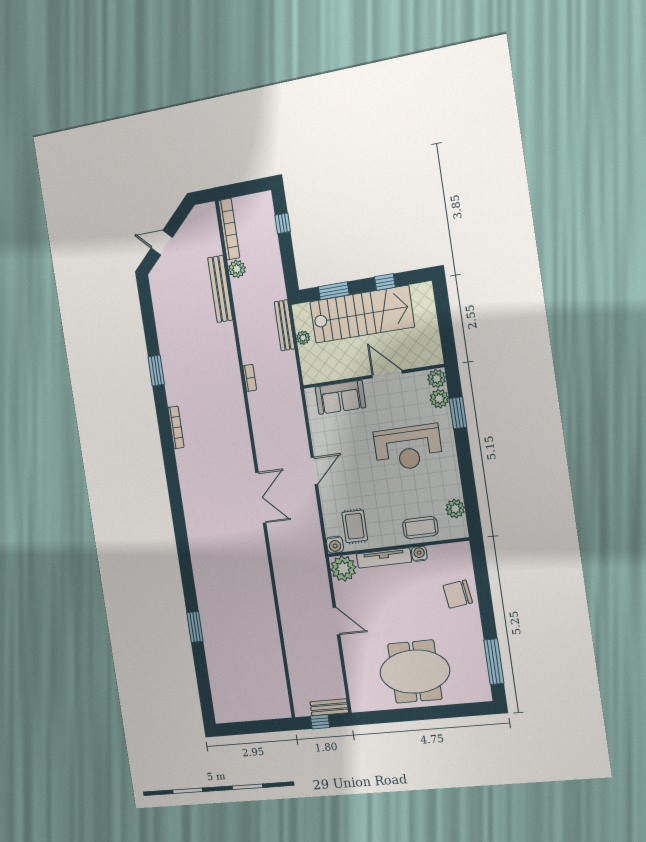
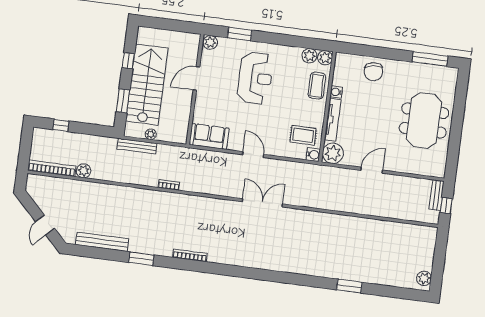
bench: (220, 289) -> (102, 242), moved
sofa: (340, 397) -> (209, 136), moved, turned -90
plant: (439, 399) -> (325, 58), moved
plant: (228, 714) -> (424, 278), added

